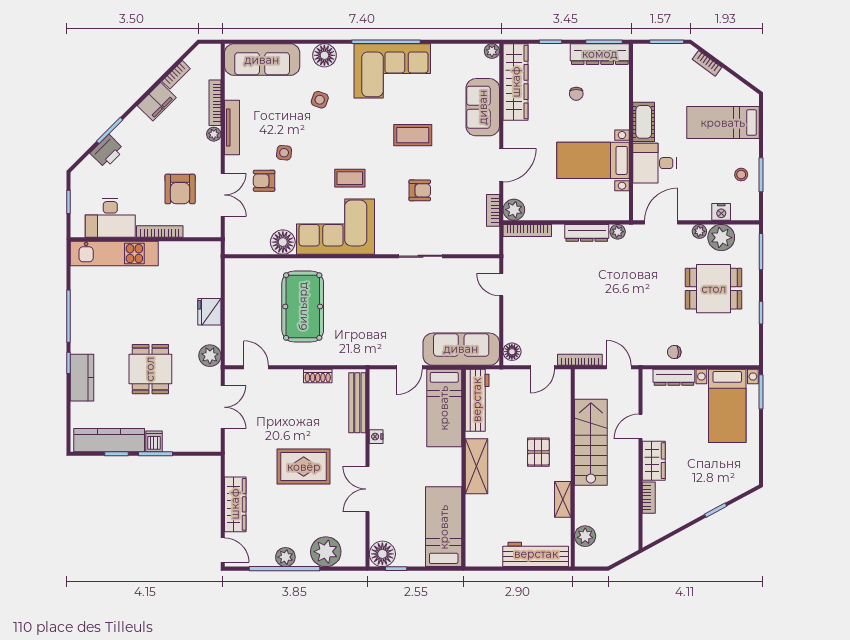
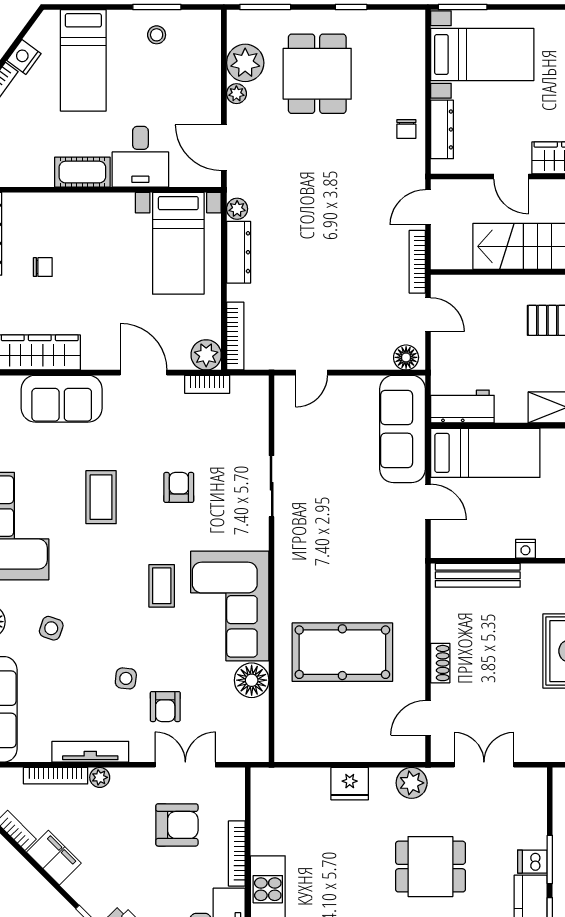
bed with nightstands: (593, 160) -> (178, 243), moved
nightstand: (721, 212) -> (24, 57), moved, turned -144
shoe rack: (318, 376) -> (440, 663), moved
workbench: (477, 400) -> (462, 407), width x0.73

